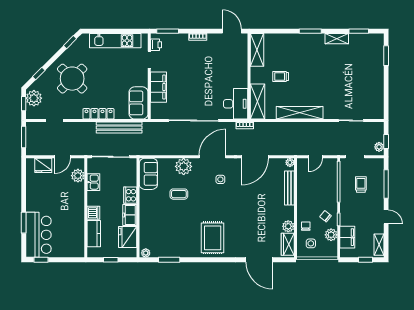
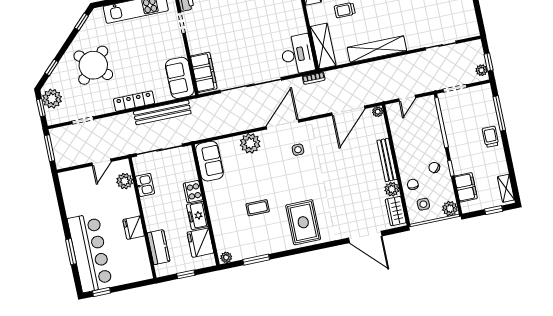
filing cabinet: (159, 87) -> (204, 72), moved
door: (255, 157) -> (348, 111), moved
fridge: (43, 165) -> (134, 228), moved, turned 90
trolley: (361, 184) -> (490, 137), moved
bench: (289, 188) -> (387, 160), moved
coffee table: (179, 194) -> (258, 208), moved
dishwasher: (93, 213) -> (153, 222), removed
door: (386, 217) -> (508, 153), removed
bar counter: (38, 235) -> (90, 253), width x1.36
plant: (331, 235) -> (450, 209), moved

